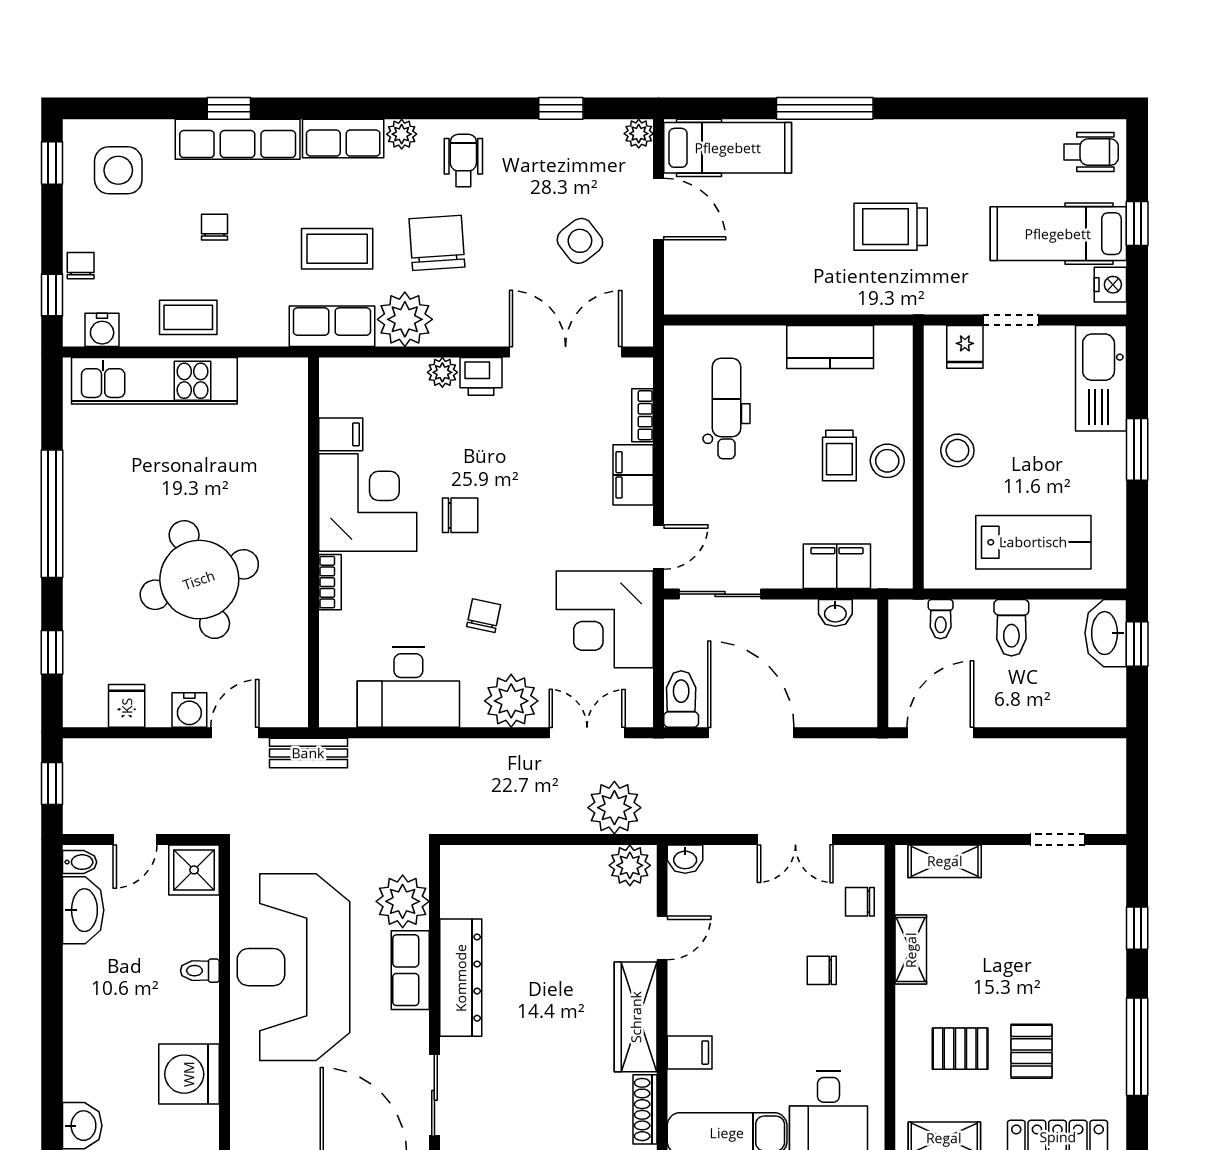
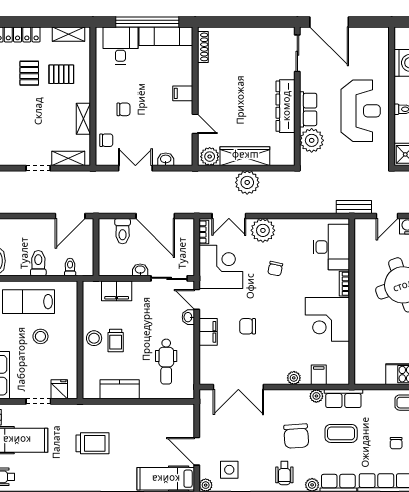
side table: (580, 241) -> (229, 470), moved, turned 38
plant: (405, 319) -> (316, 396), width x0.53, depth x0.53
printer: (481, 376) -> (276, 376), removed
bookcase: (643, 415) -> (204, 232), moved
filing cabinet: (341, 434) -> (319, 375), moved, turned 90
stool: (957, 450) -> (40, 336), moved
trolley: (839, 455) -> (116, 341), turned 180
washbasin: (677, 508) -> (188, 317), added
chair: (460, 515) -> (248, 326), moved
door: (659, 547) -> (197, 299), hinge flipped
washbasin: (835, 613) -> (140, 270), moved
desk: (408, 687) -> (331, 247), moved, turned 90
toilet: (681, 699) -> (123, 231), moved
plant: (614, 808) -> (247, 182), moved
doorway: (1058, 840) -> (38, 168), moved
washbasin: (685, 859) -> (166, 159), moved
door: (662, 938) -> (195, 124), swing flipped
reception desk: (293, 967) -> (361, 111), width x0.74, depth x0.77
wardrobe: (636, 1017) -> (245, 156), moved, turned -90
filing cabinet: (690, 1053) -> (183, 93), moved

